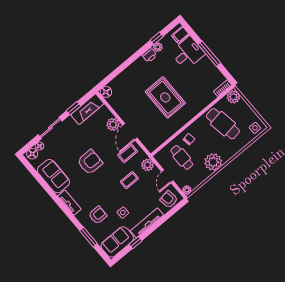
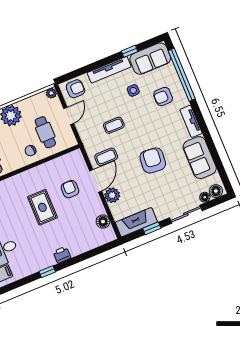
window: (157, 38) -> (47, 272), moved
plant: (158, 47) -> (33, 268), removed
printer: (149, 55) -> (62, 255), moved
floor lamp: (106, 92) -> (103, 222), moved
rug: (165, 97) -> (42, 207), width x0.73, depth x0.70
armchair: (148, 119) -> (70, 189), added
armchair: (90, 162) -> (153, 160), turned 95
plant: (148, 165) -> (87, 136), removed
armchair: (169, 199) -> (75, 89), turned -81
window: (88, 237) -> (182, 75), width x2.11

